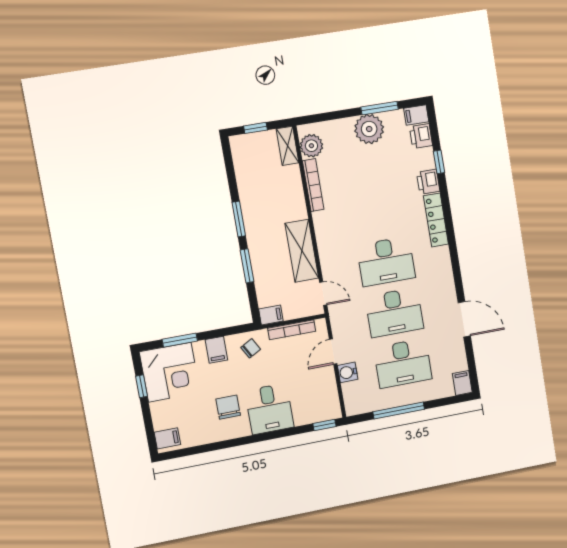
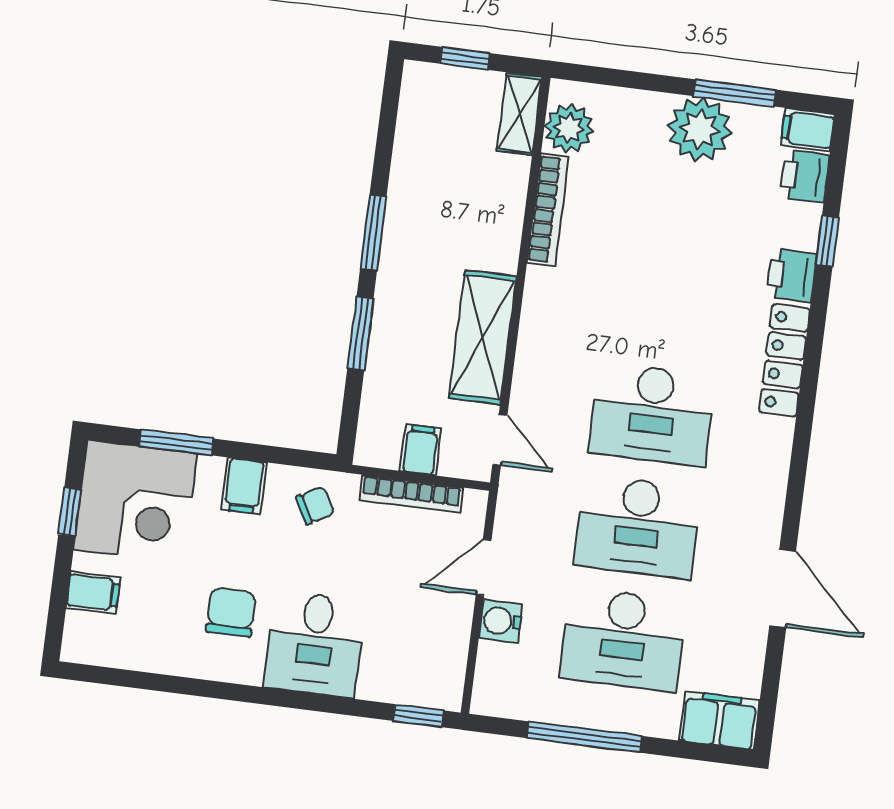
filing cabinet: (271, 315) -> (421, 450), moved, turned -90
filing cabinet: (462, 383) -> (719, 720), width x2.00
filing cabinet: (167, 438) -> (93, 593), moved

